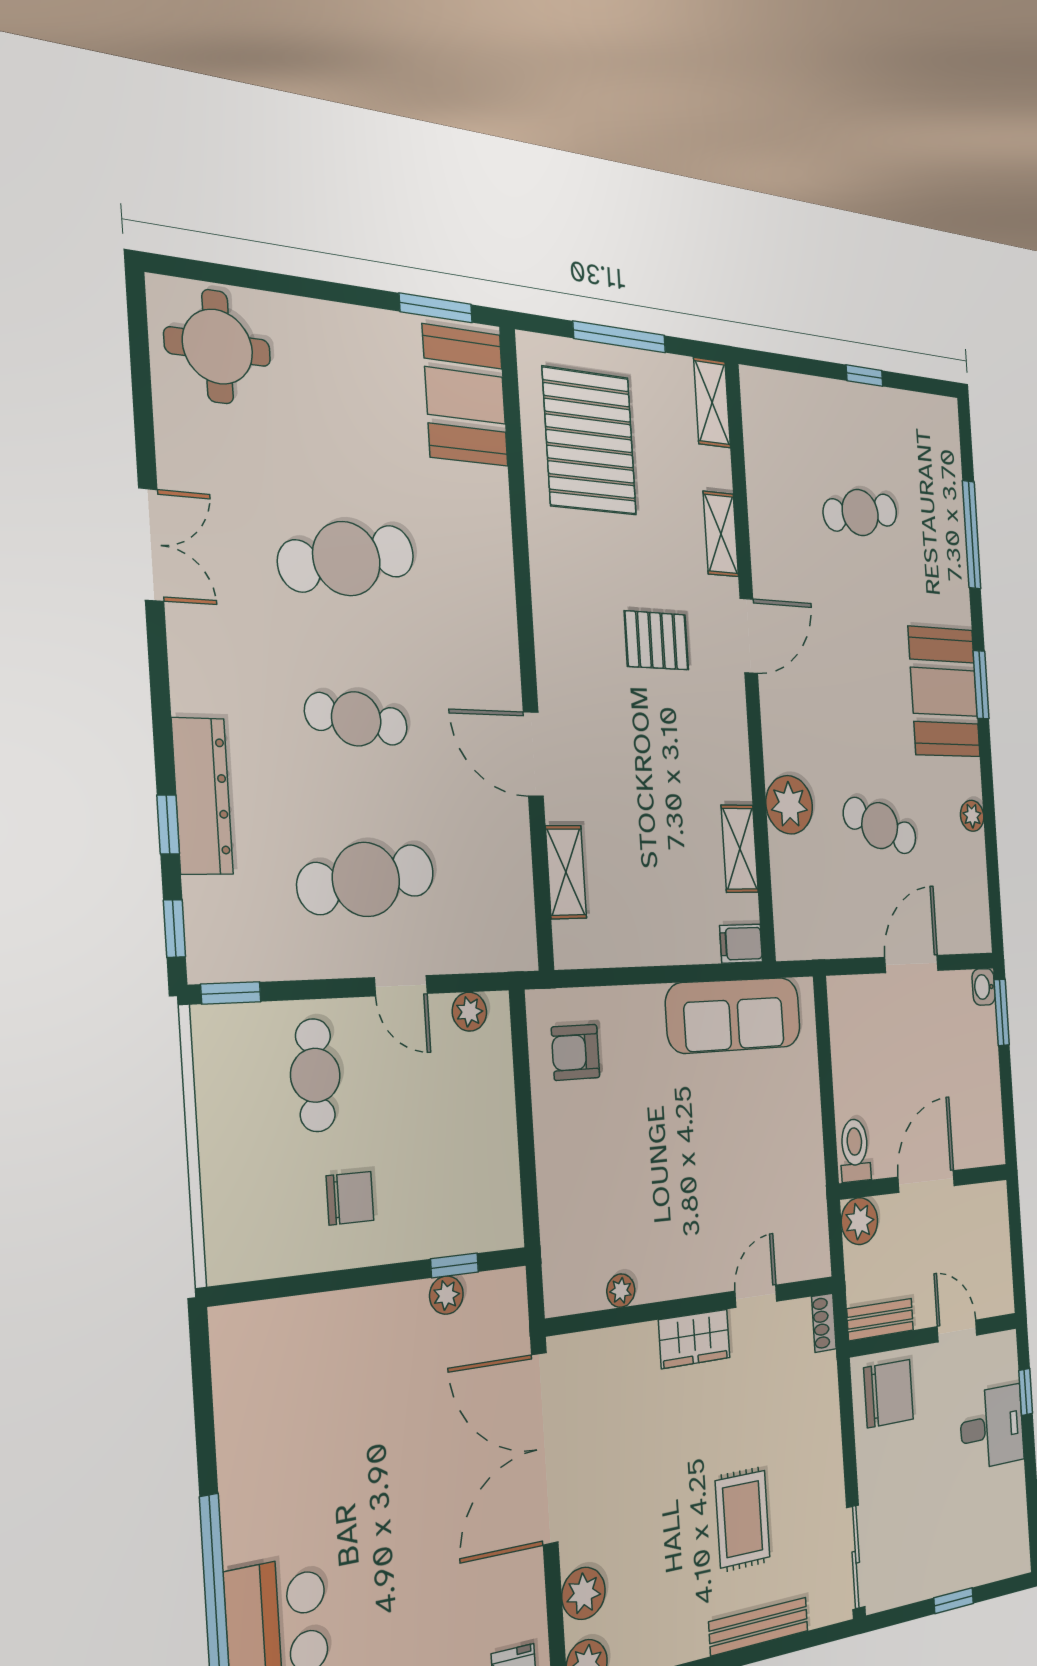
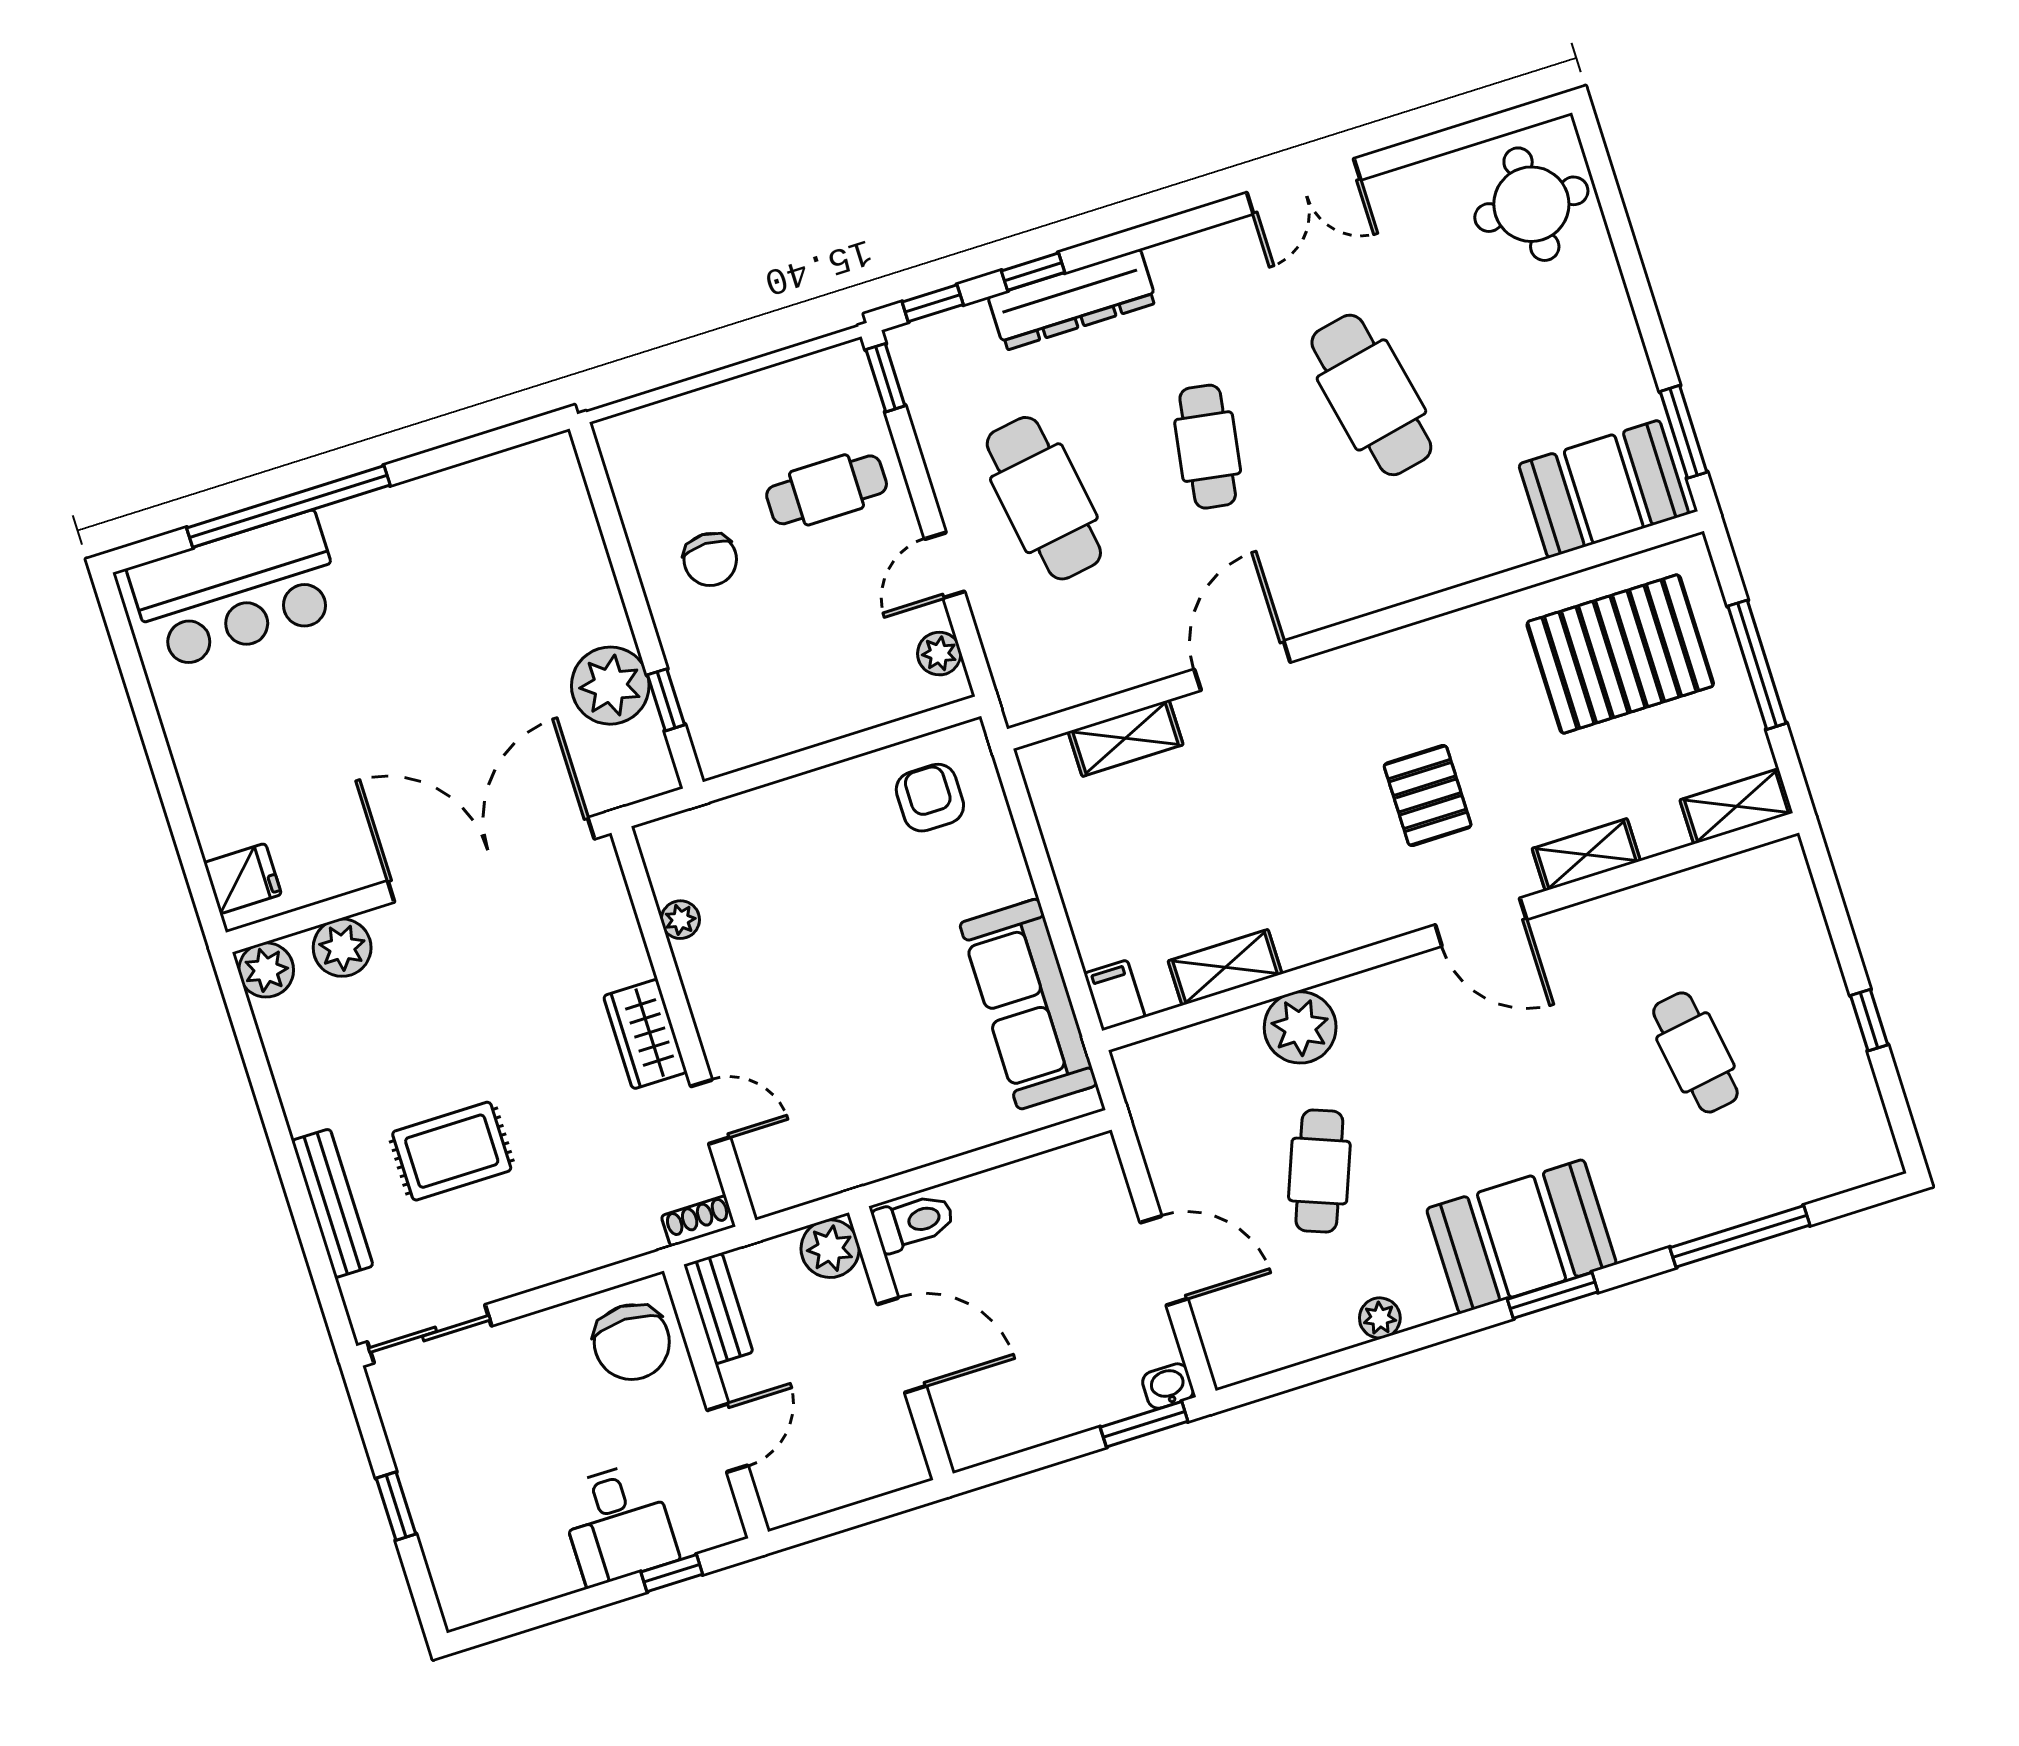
plant: (446, 1295) -> (610, 686), width x1.88, depth x1.88

